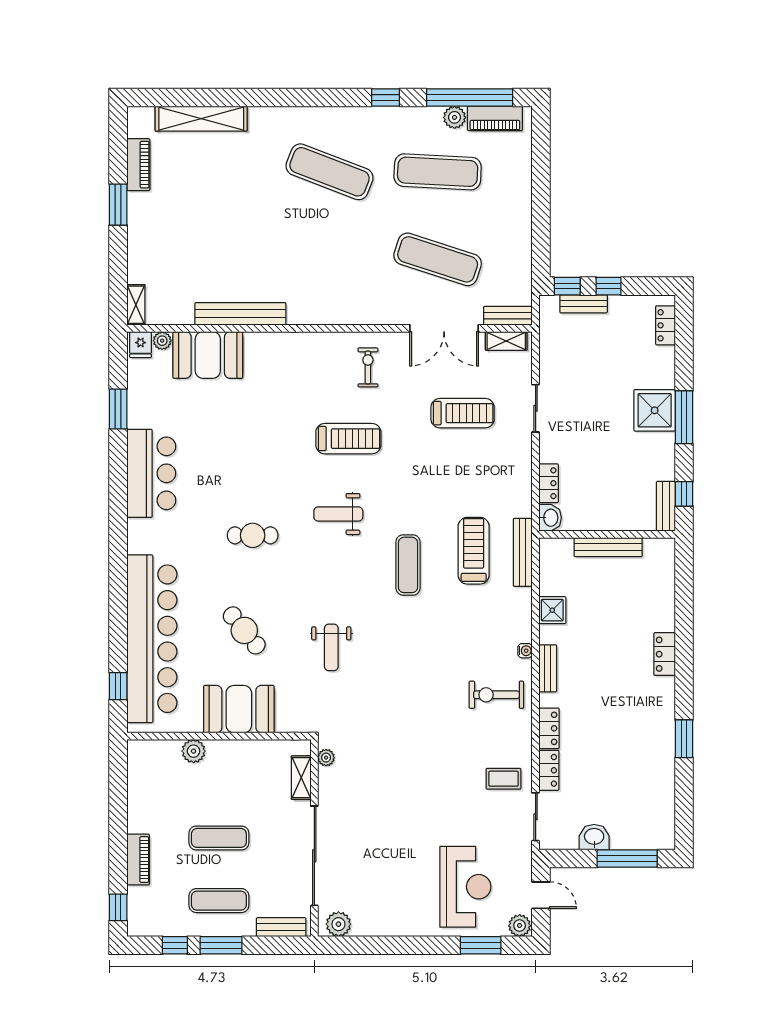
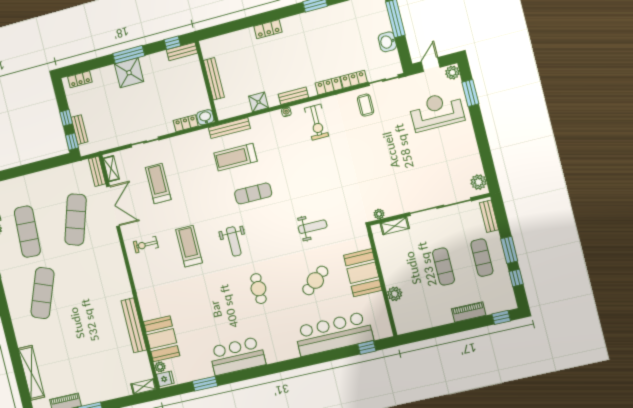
bar counter: (152, 639) -> (334, 334), width x0.73

